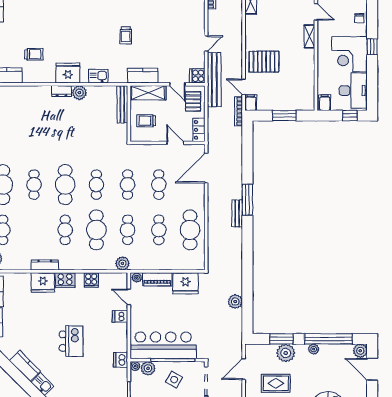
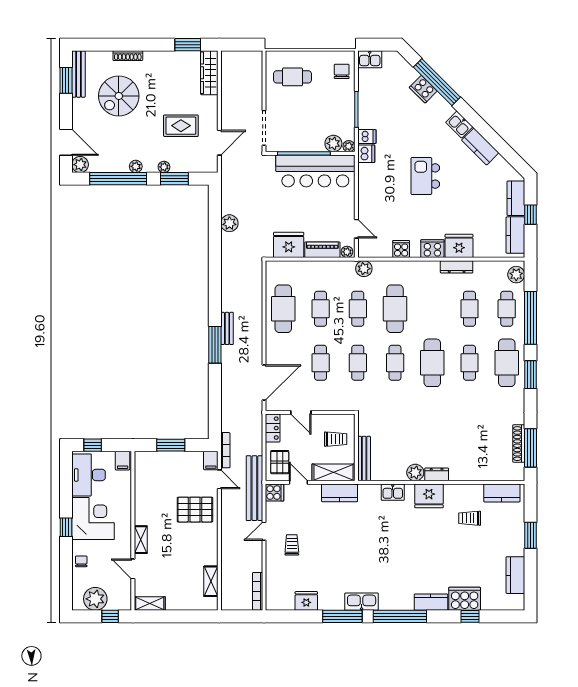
trolley: (126, 35) -> (292, 545), moved
cafe table: (65, 230) -> (469, 309), moved
dishwasher: (120, 316) -> (367, 137), moved
plant: (286, 353) -> (164, 167), width x0.53, depth x0.53
side table: (174, 380) -> (302, 130), removed

